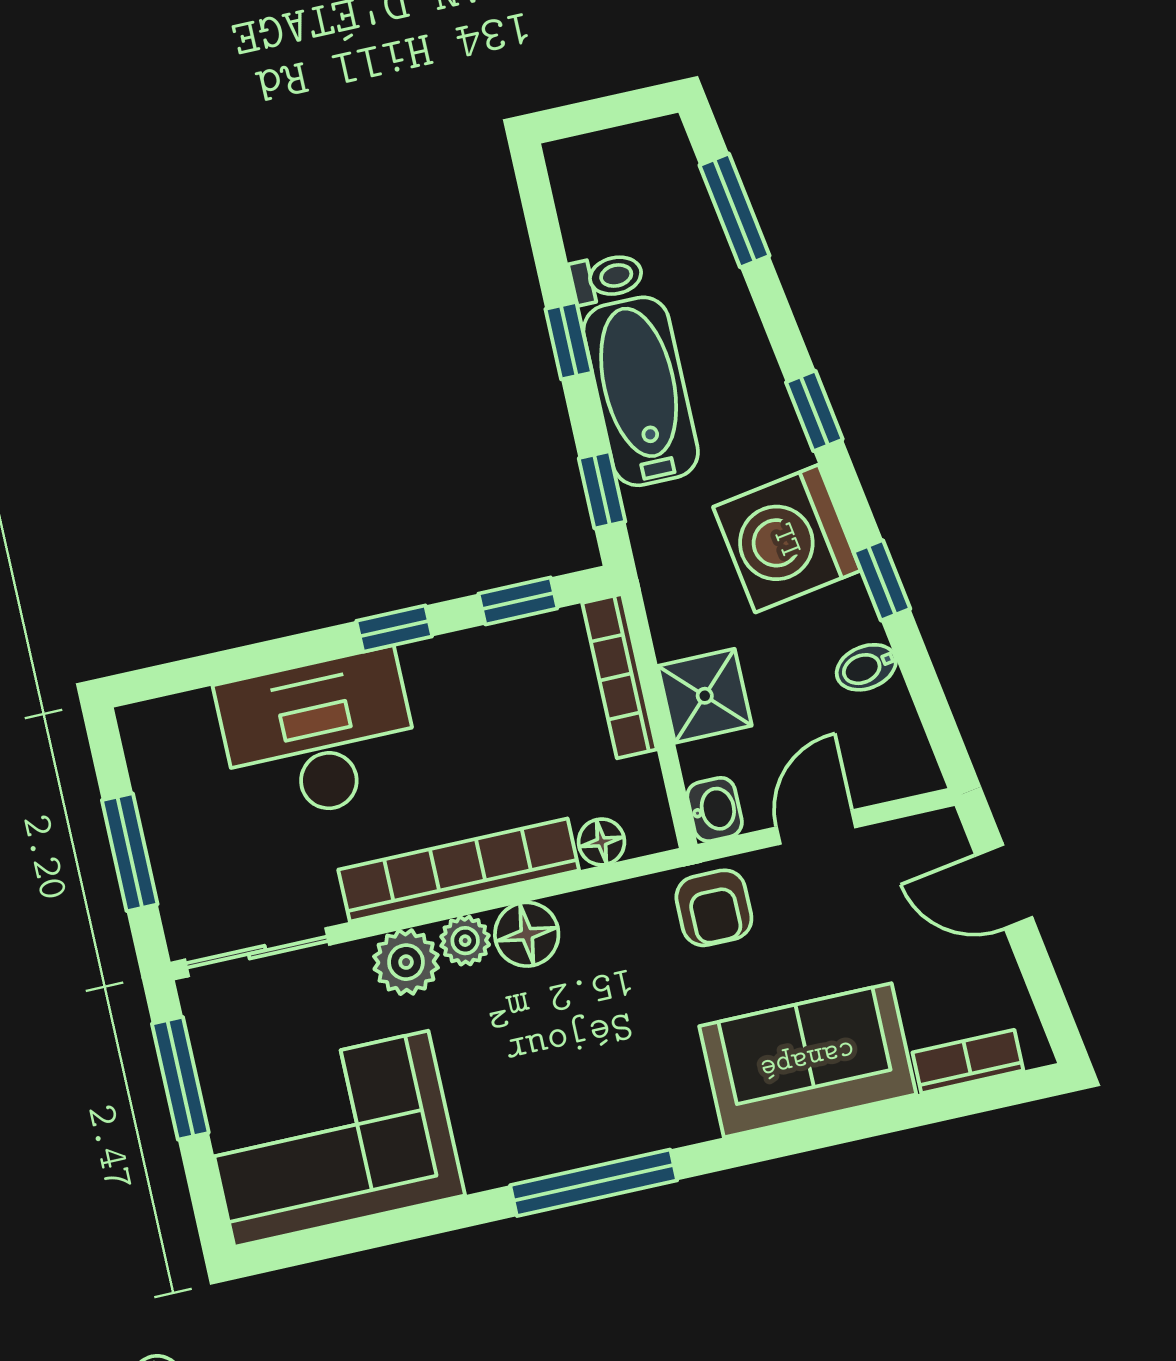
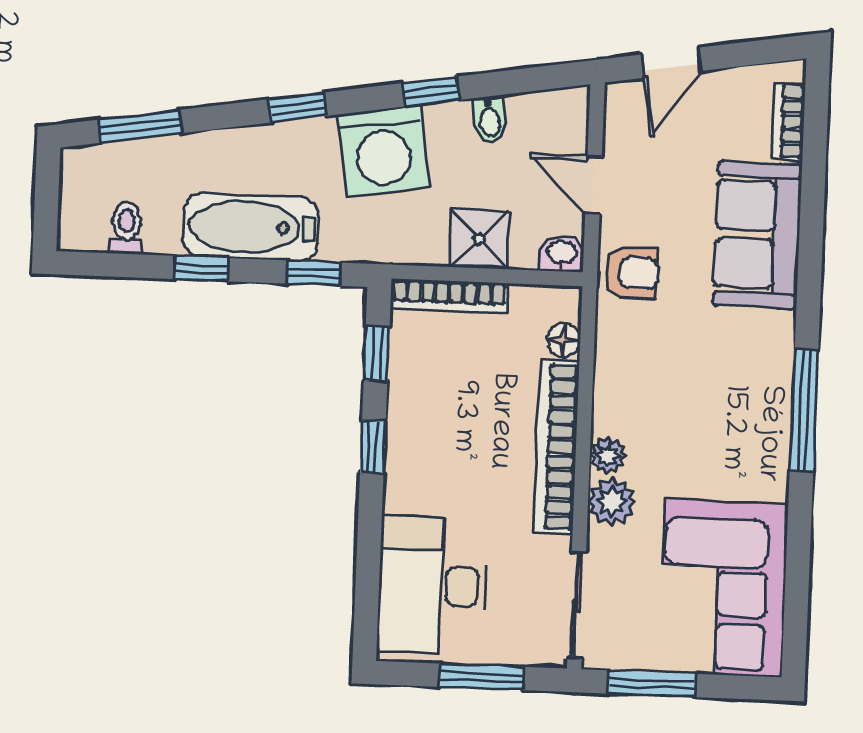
toilet: (607, 278) -> (126, 228), moved
desk: (319, 736) -> (433, 585), moved
floor lamp: (527, 934) -> (615, 411), removed

